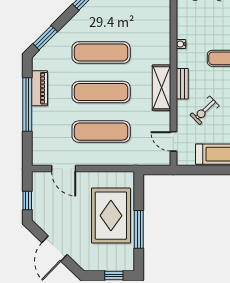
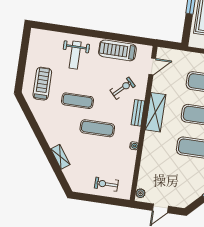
door: (173, 141) -> (152, 66), hinge flipped

